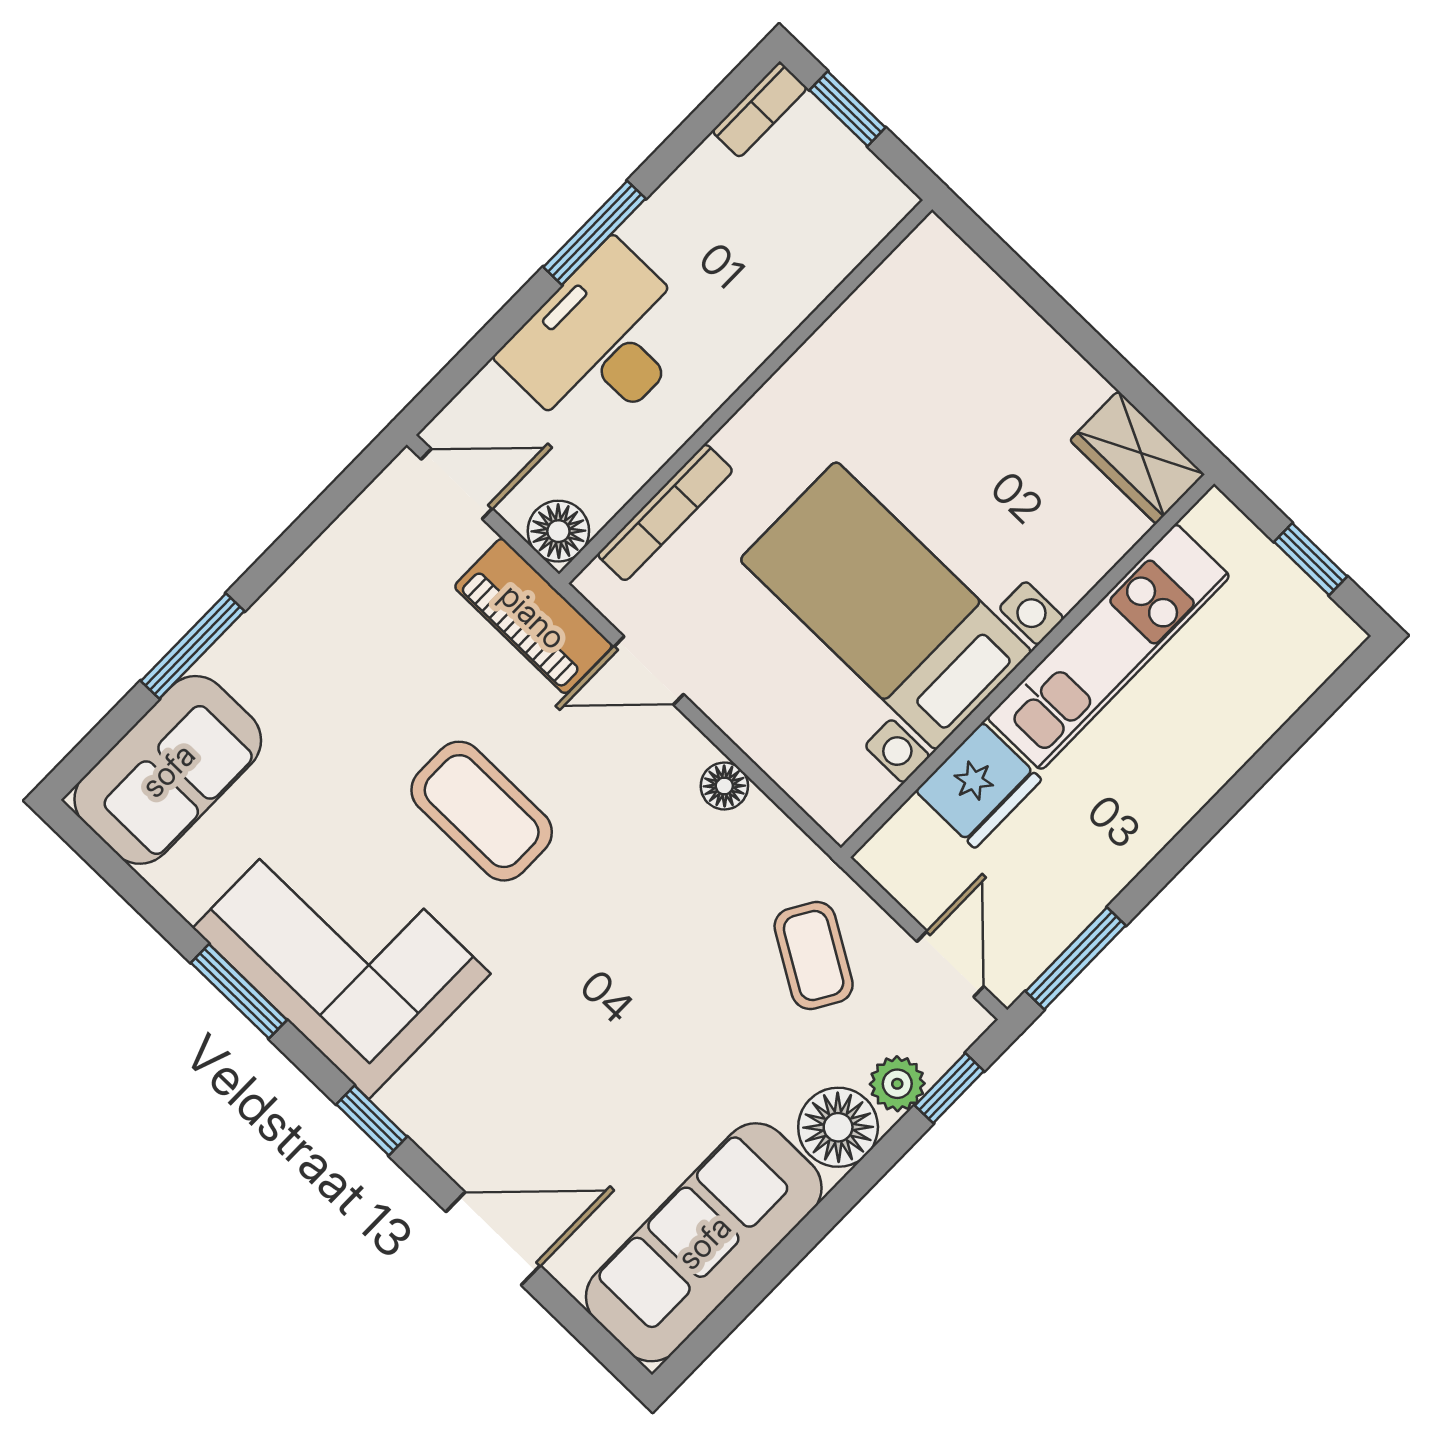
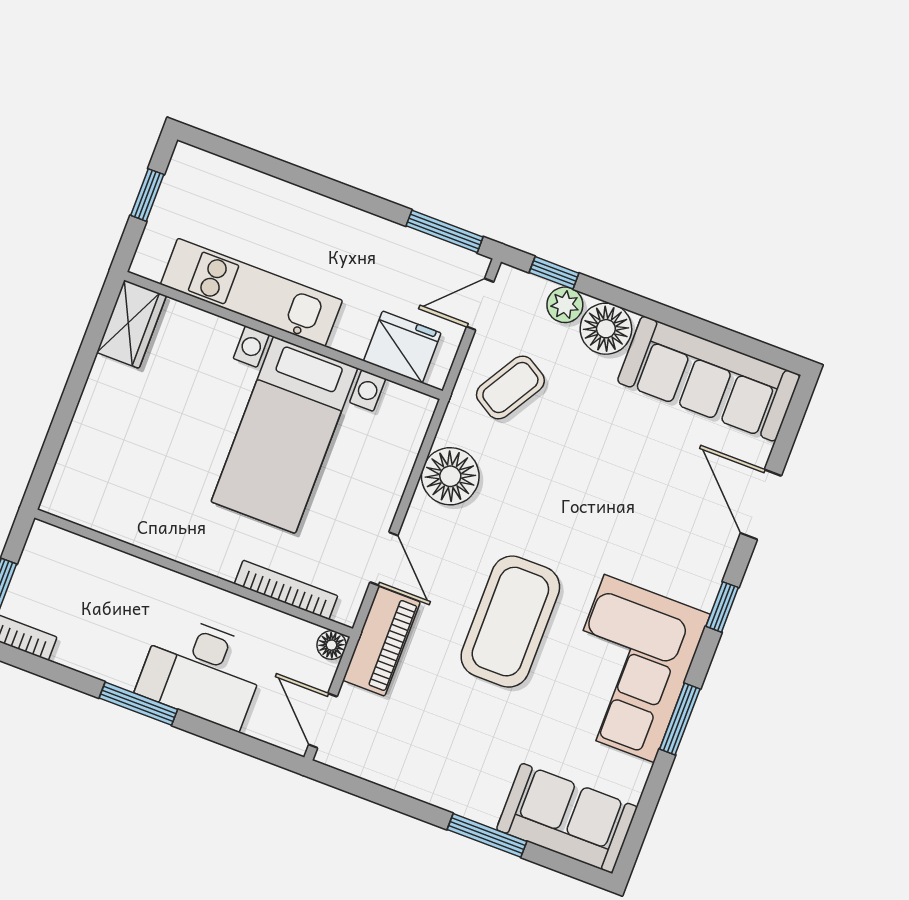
floor lamp: (558, 531) -> (331, 645), width x0.73, depth x0.73
fridge: (979, 785) -> (402, 347), moved
floor lamp: (724, 786) -> (450, 476), width x1.89, depth x1.89
coffee table: (482, 811) -> (510, 622), width x1.36, depth x1.32

